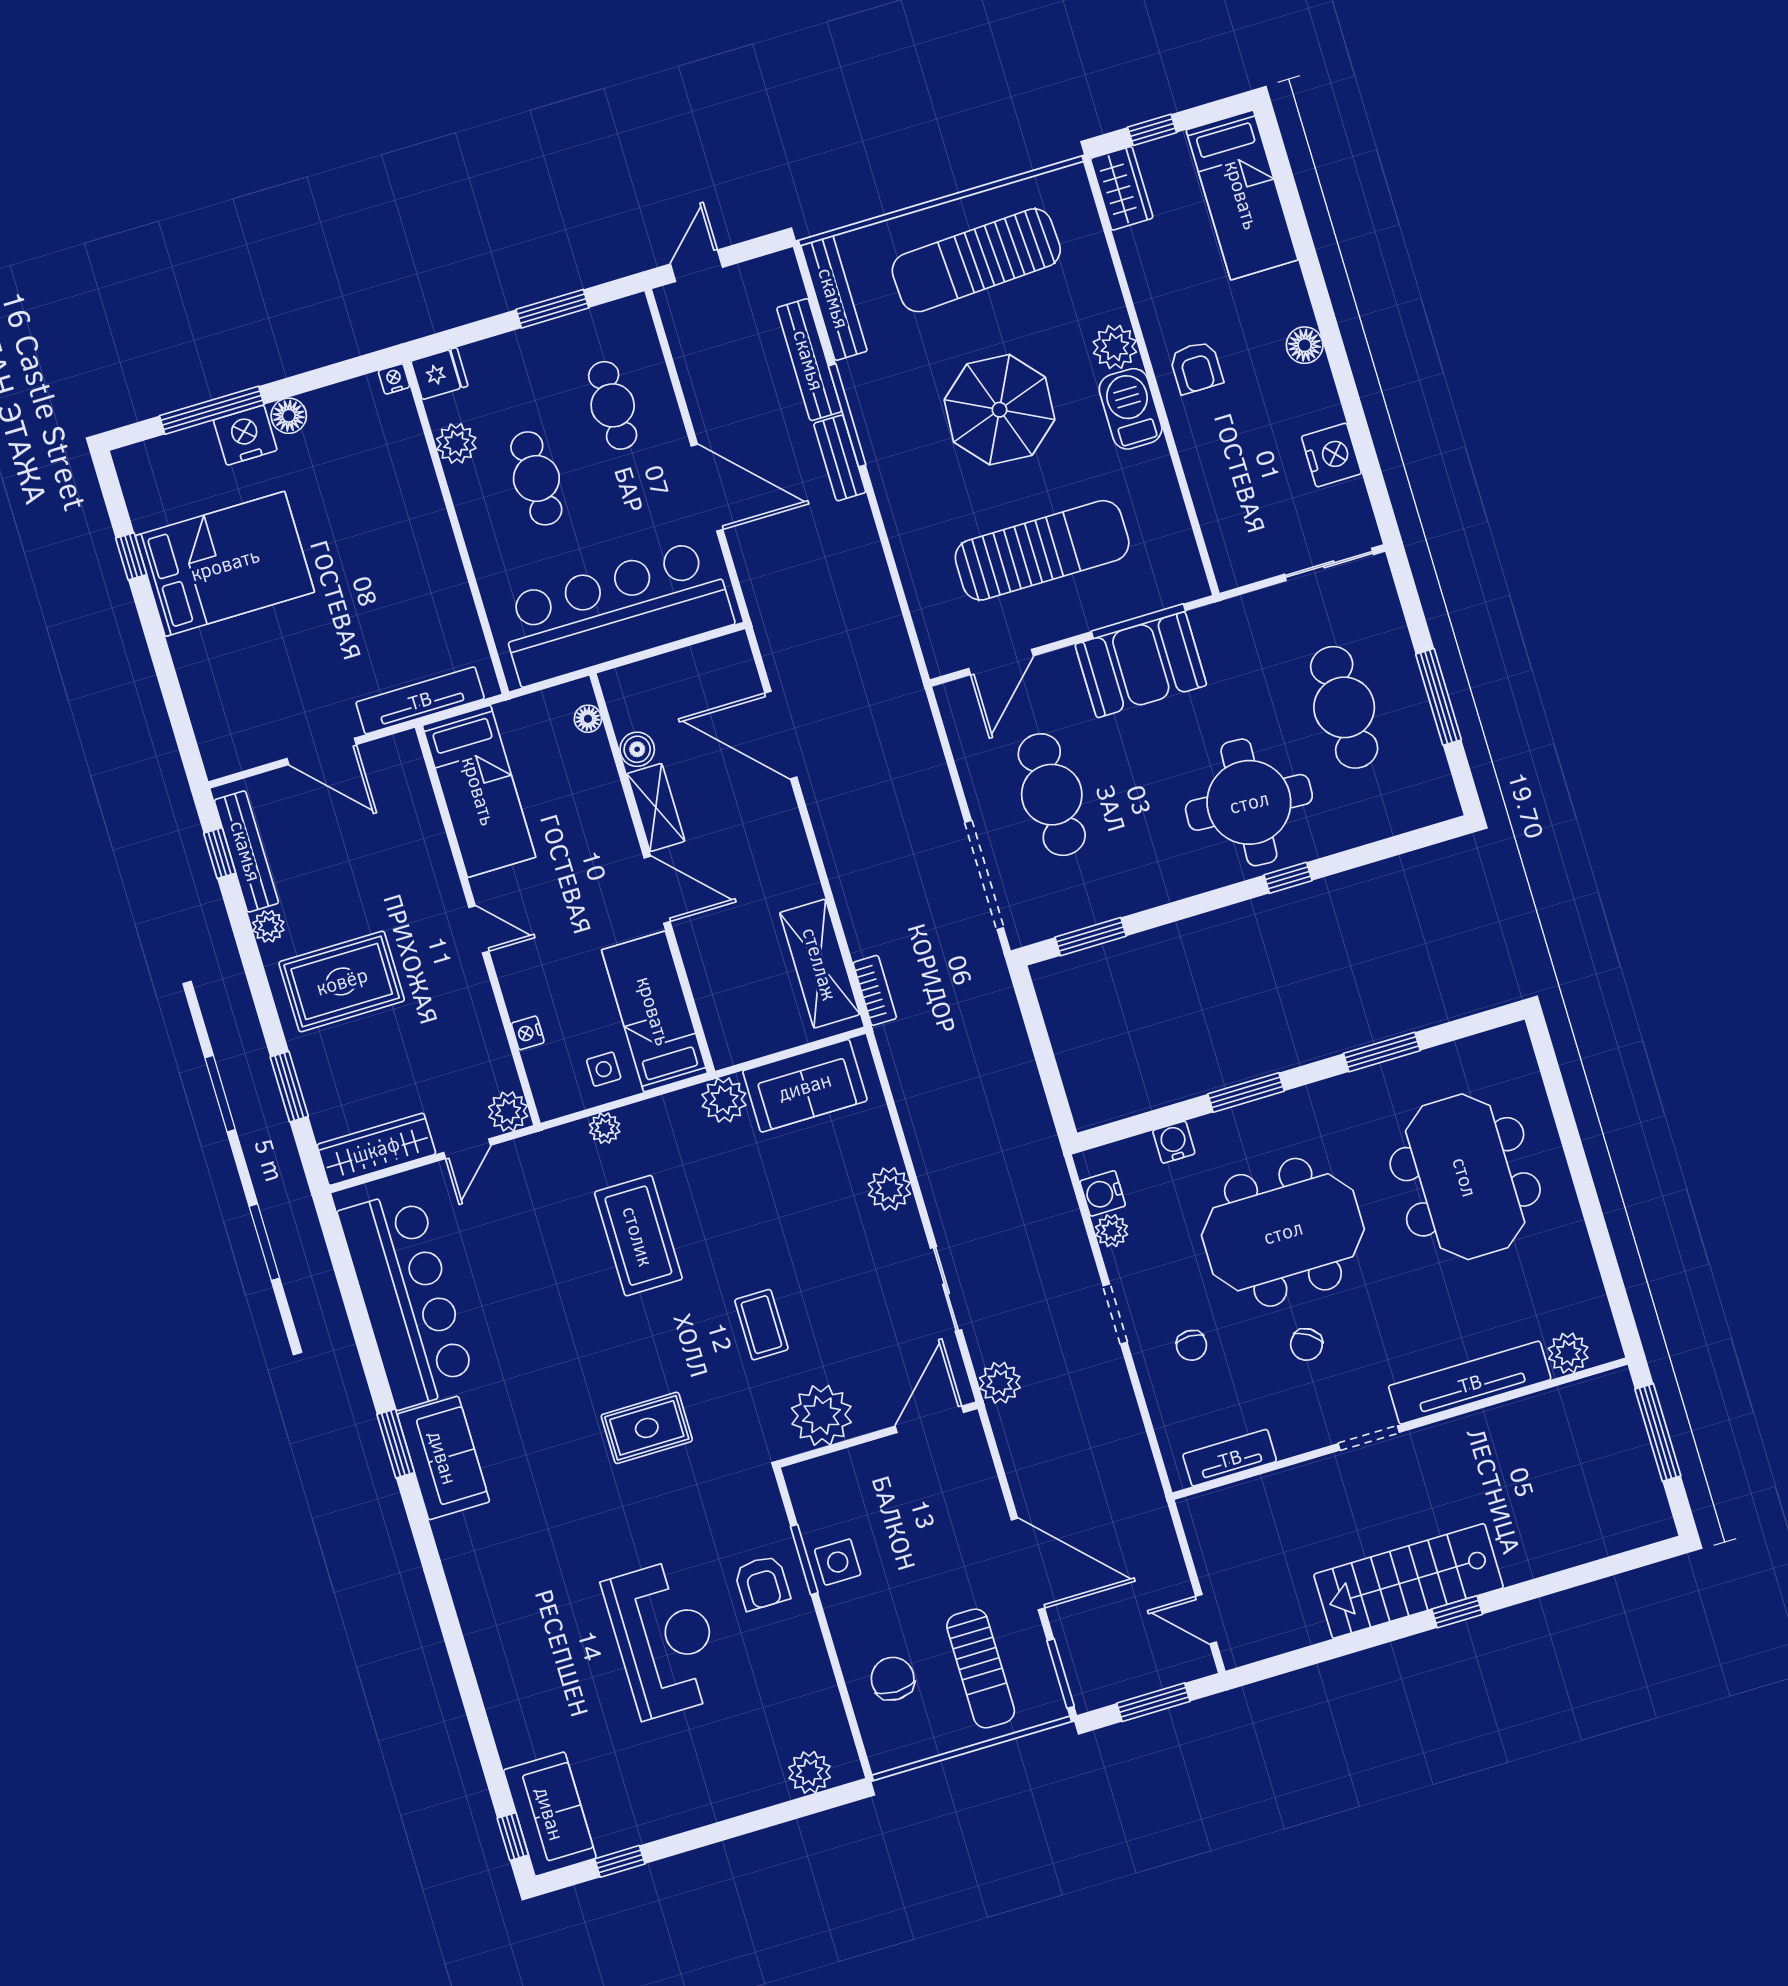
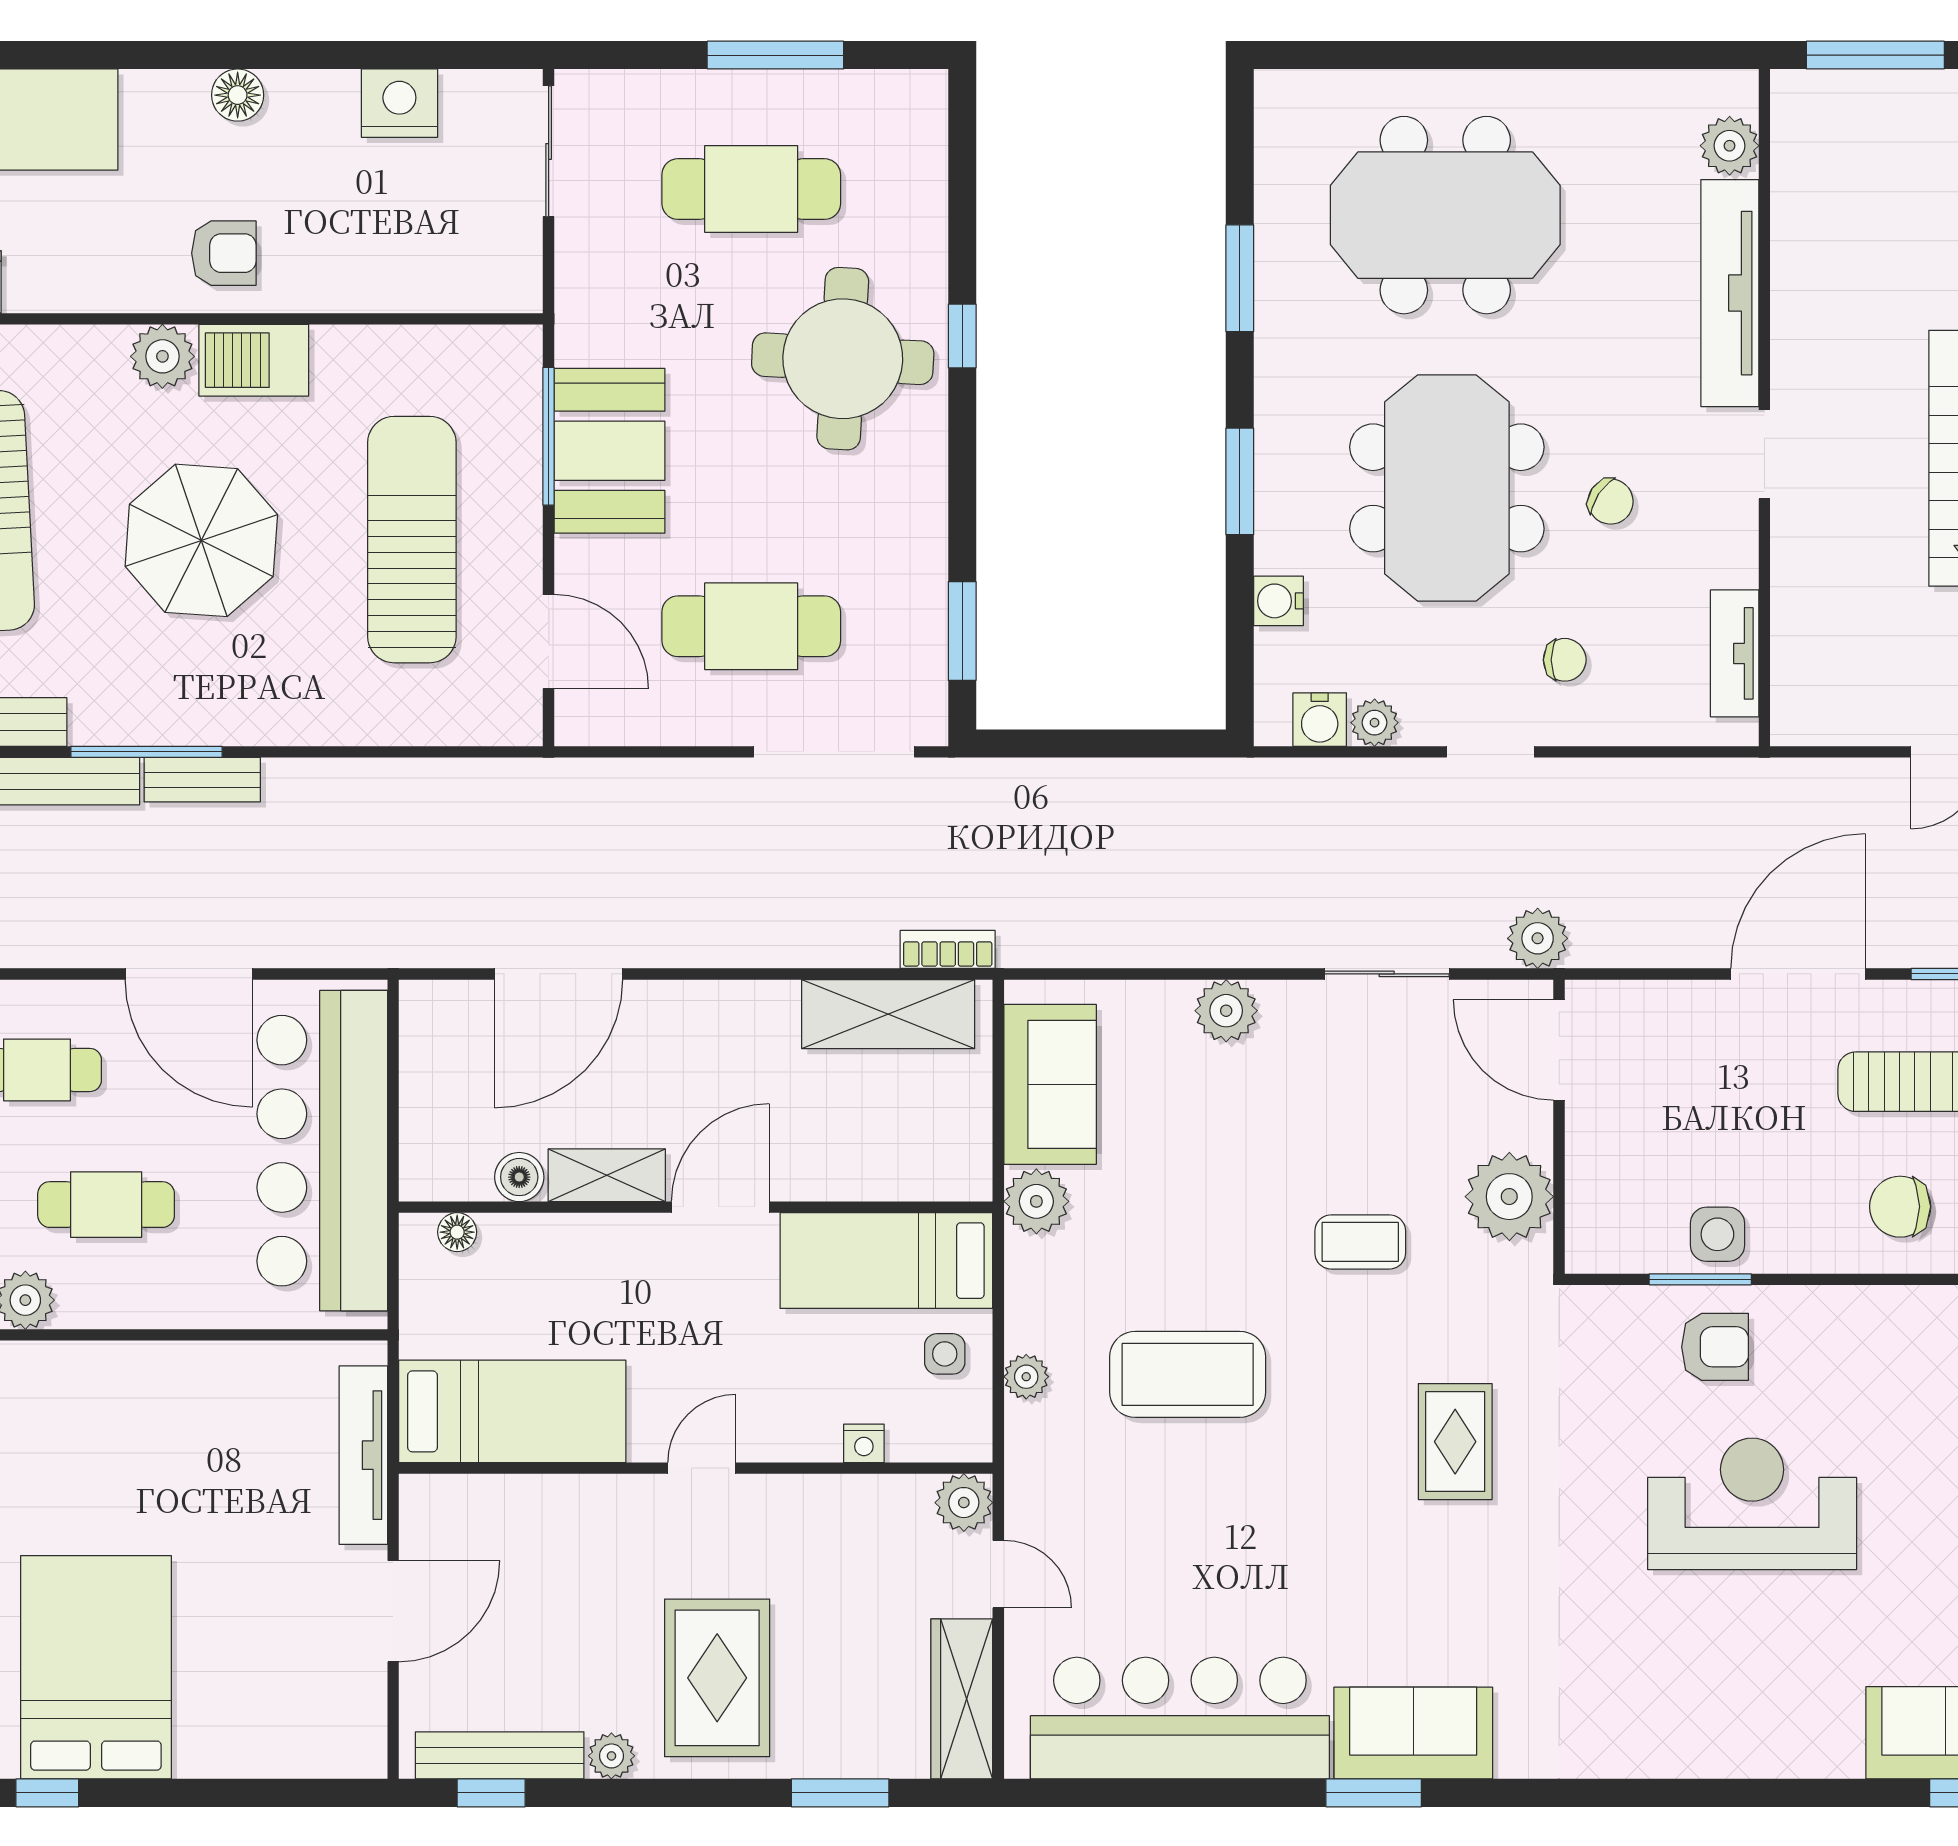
door: (707, 488) -> (189, 974), swing flipped

